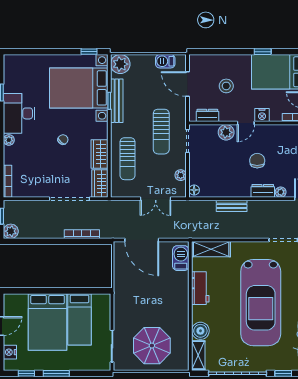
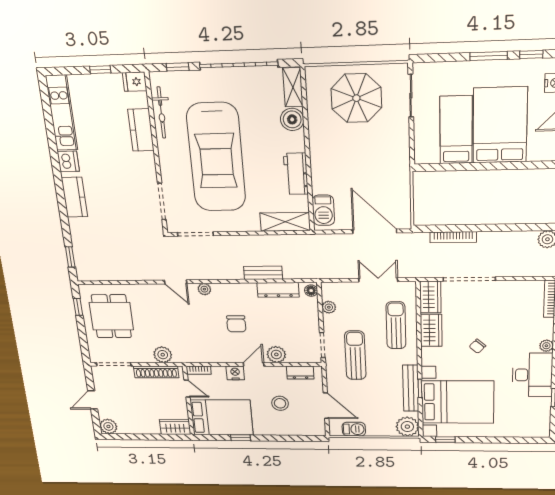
dresser: (263, 191) -> (278, 290), moved, width x1.44
double door: (156, 199) -> (378, 280), moved
car: (261, 303) -> (216, 157), turned 180

